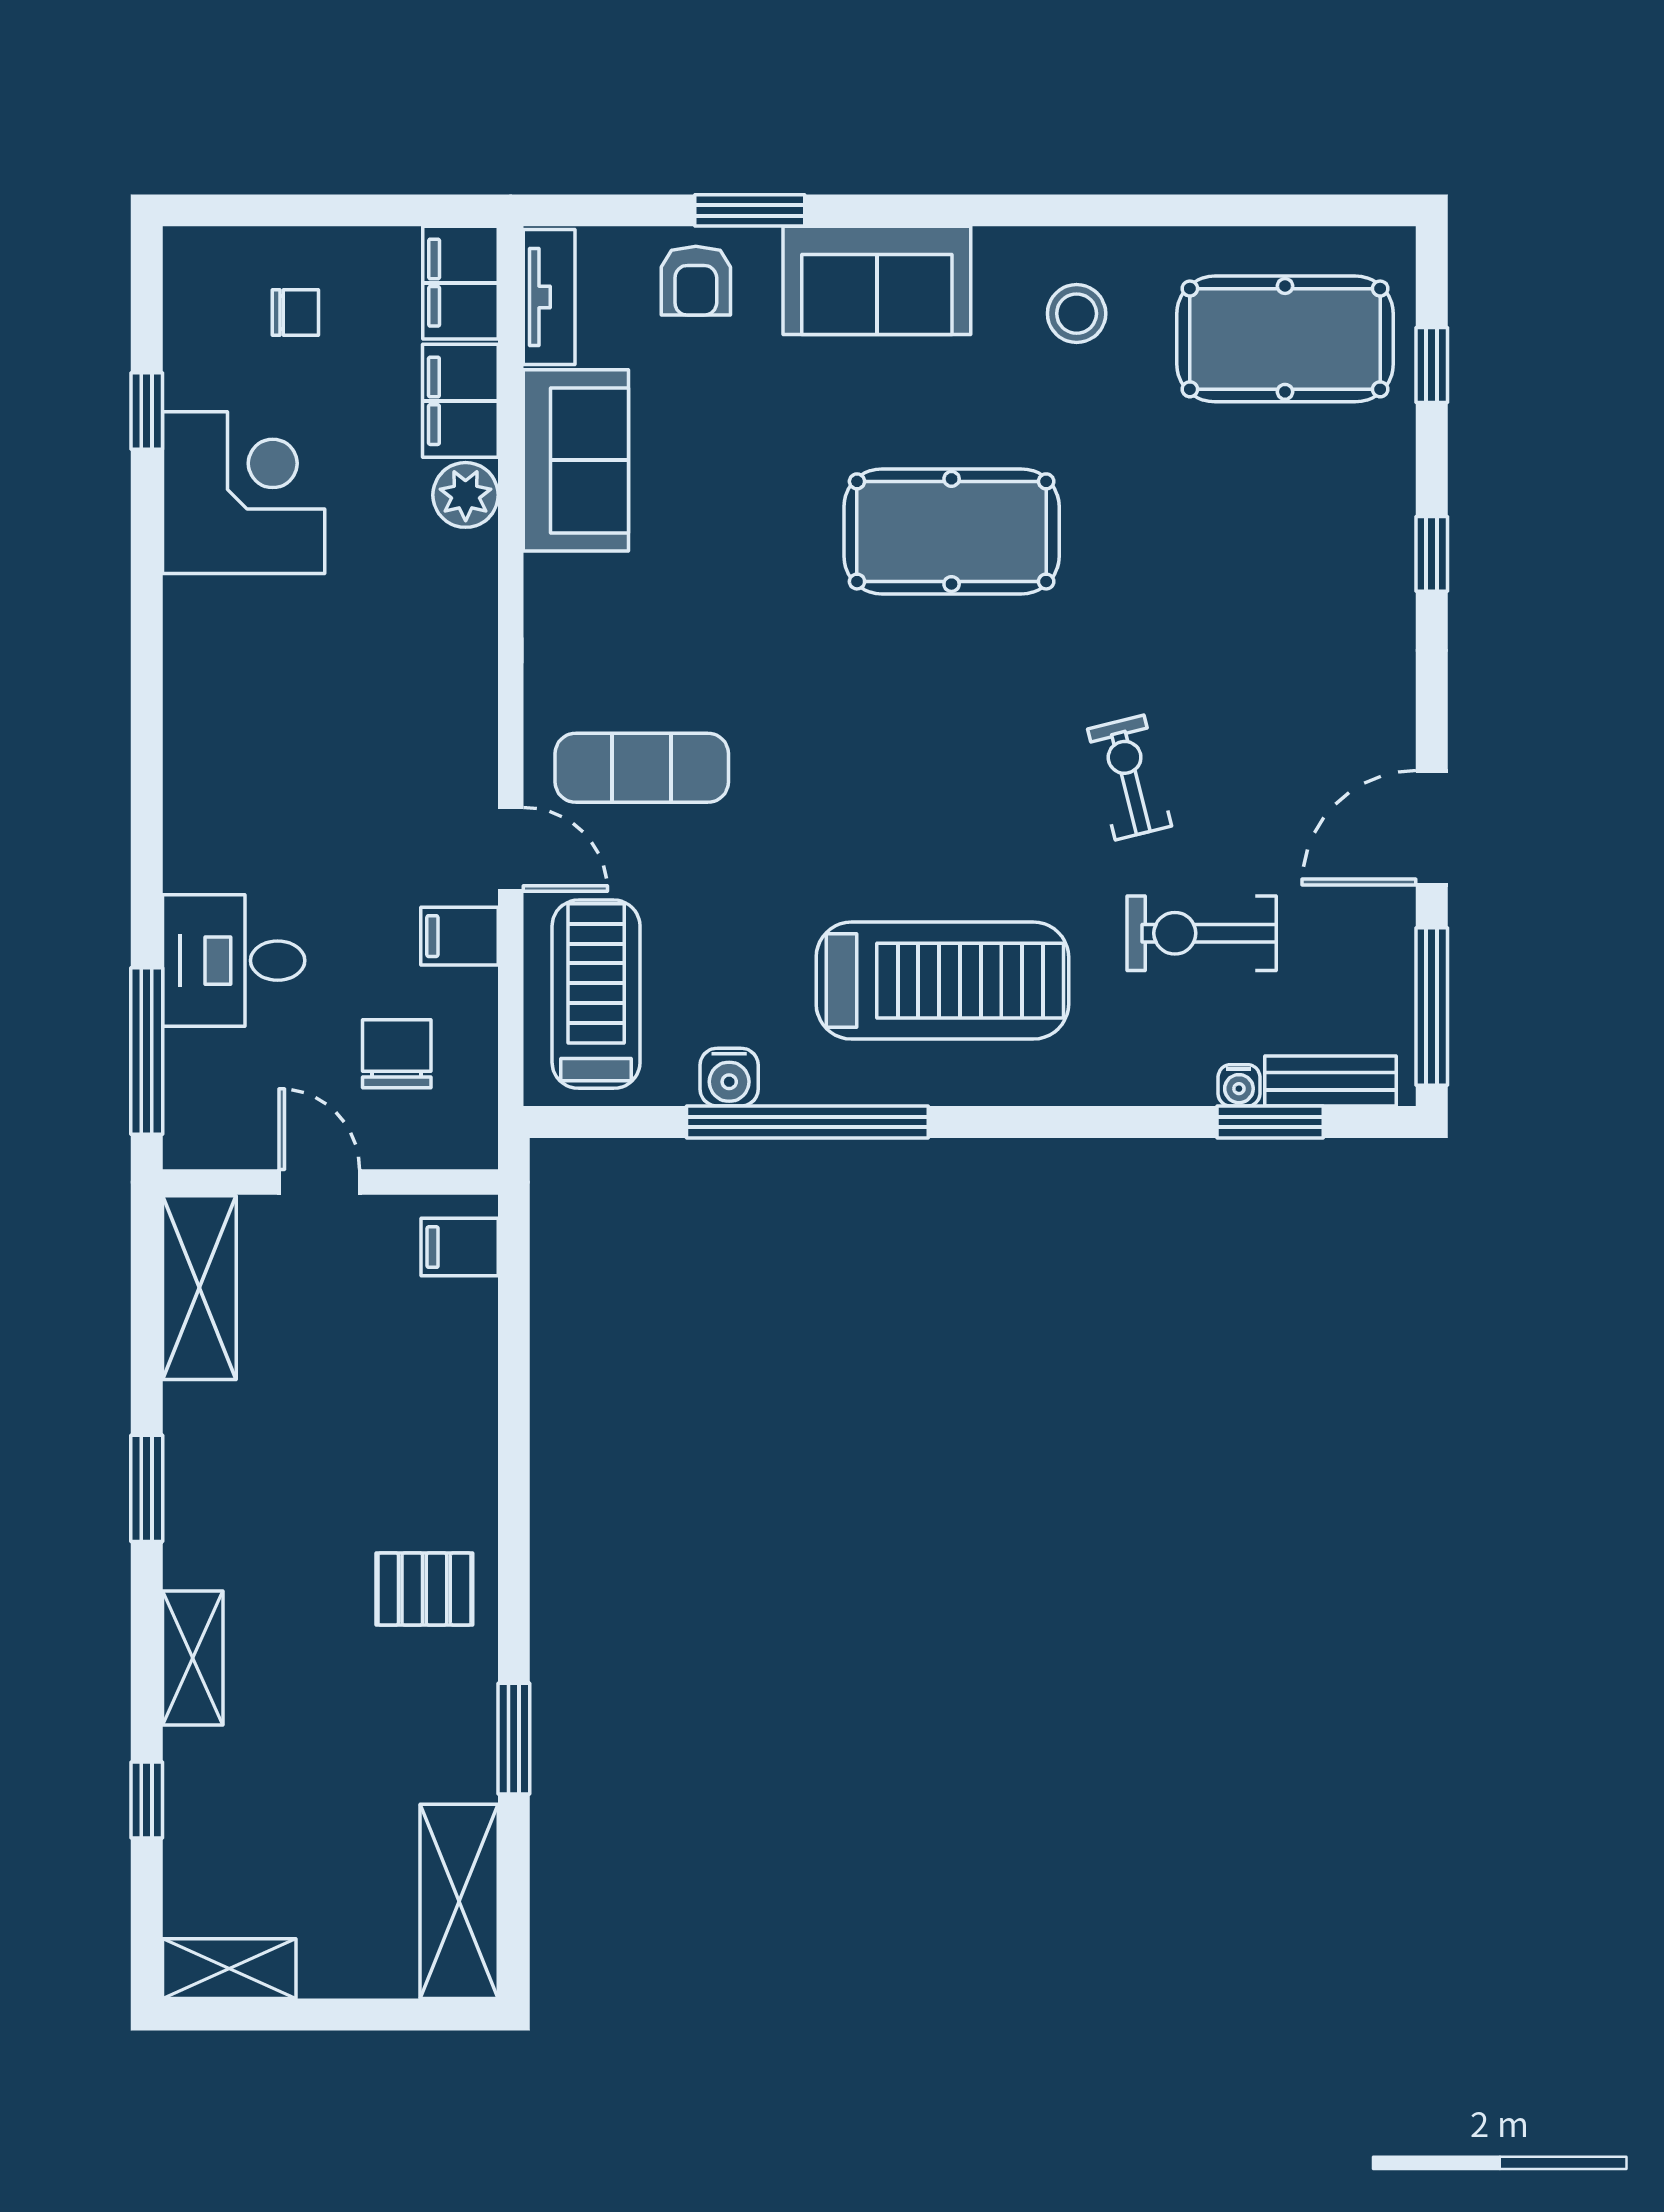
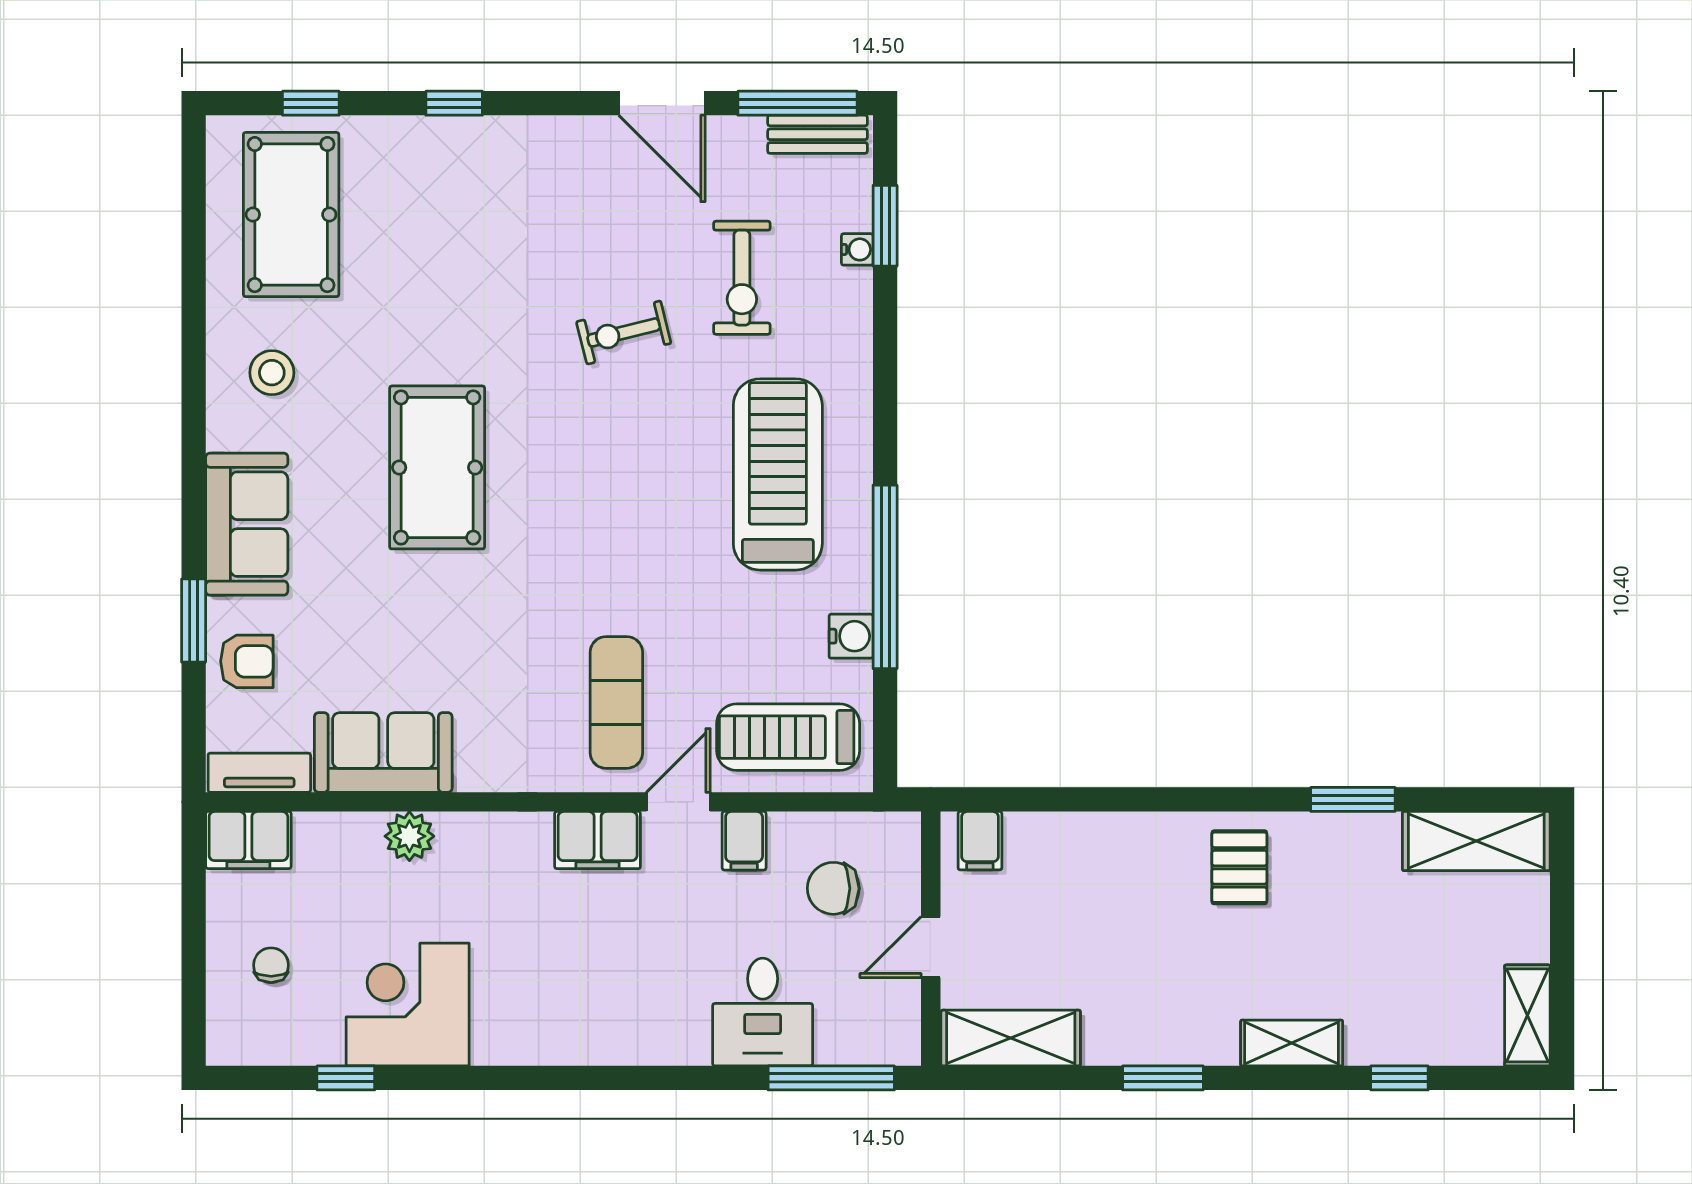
filing cabinet: (460, 401) -> (598, 840), moved
bench: (1331, 1081) -> (818, 134), moved, turned 90

